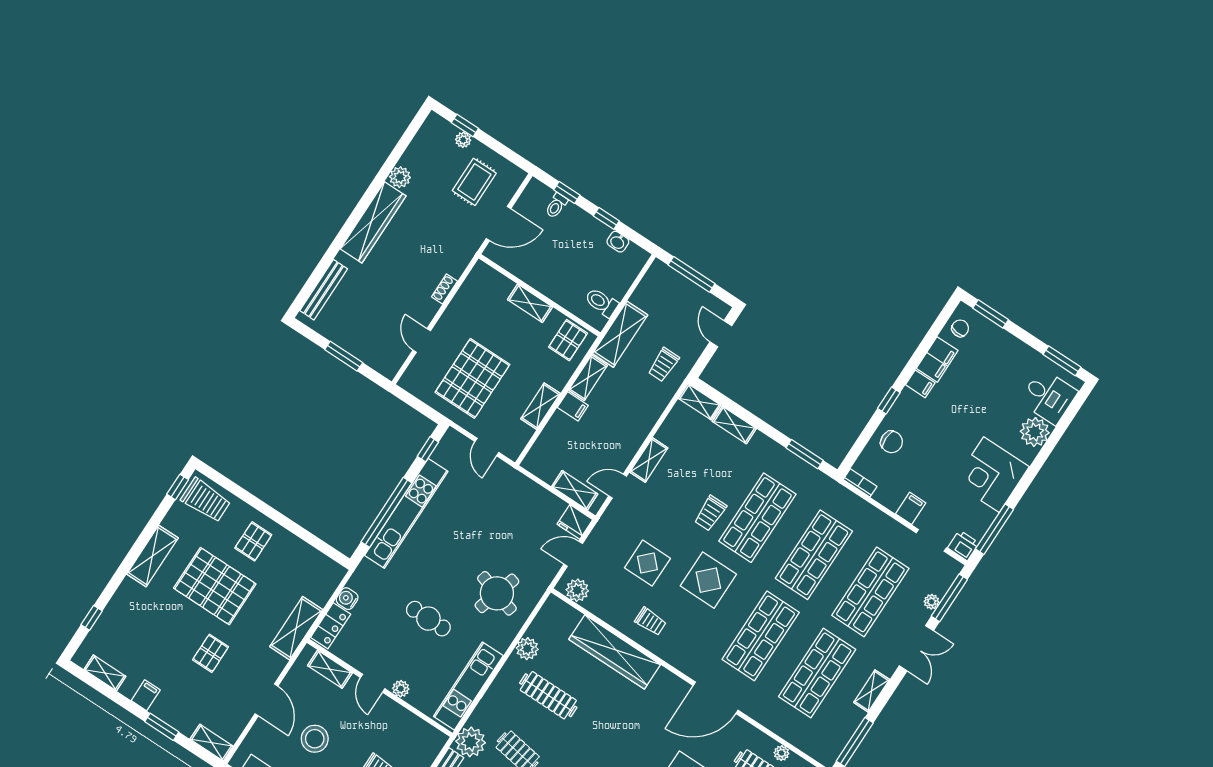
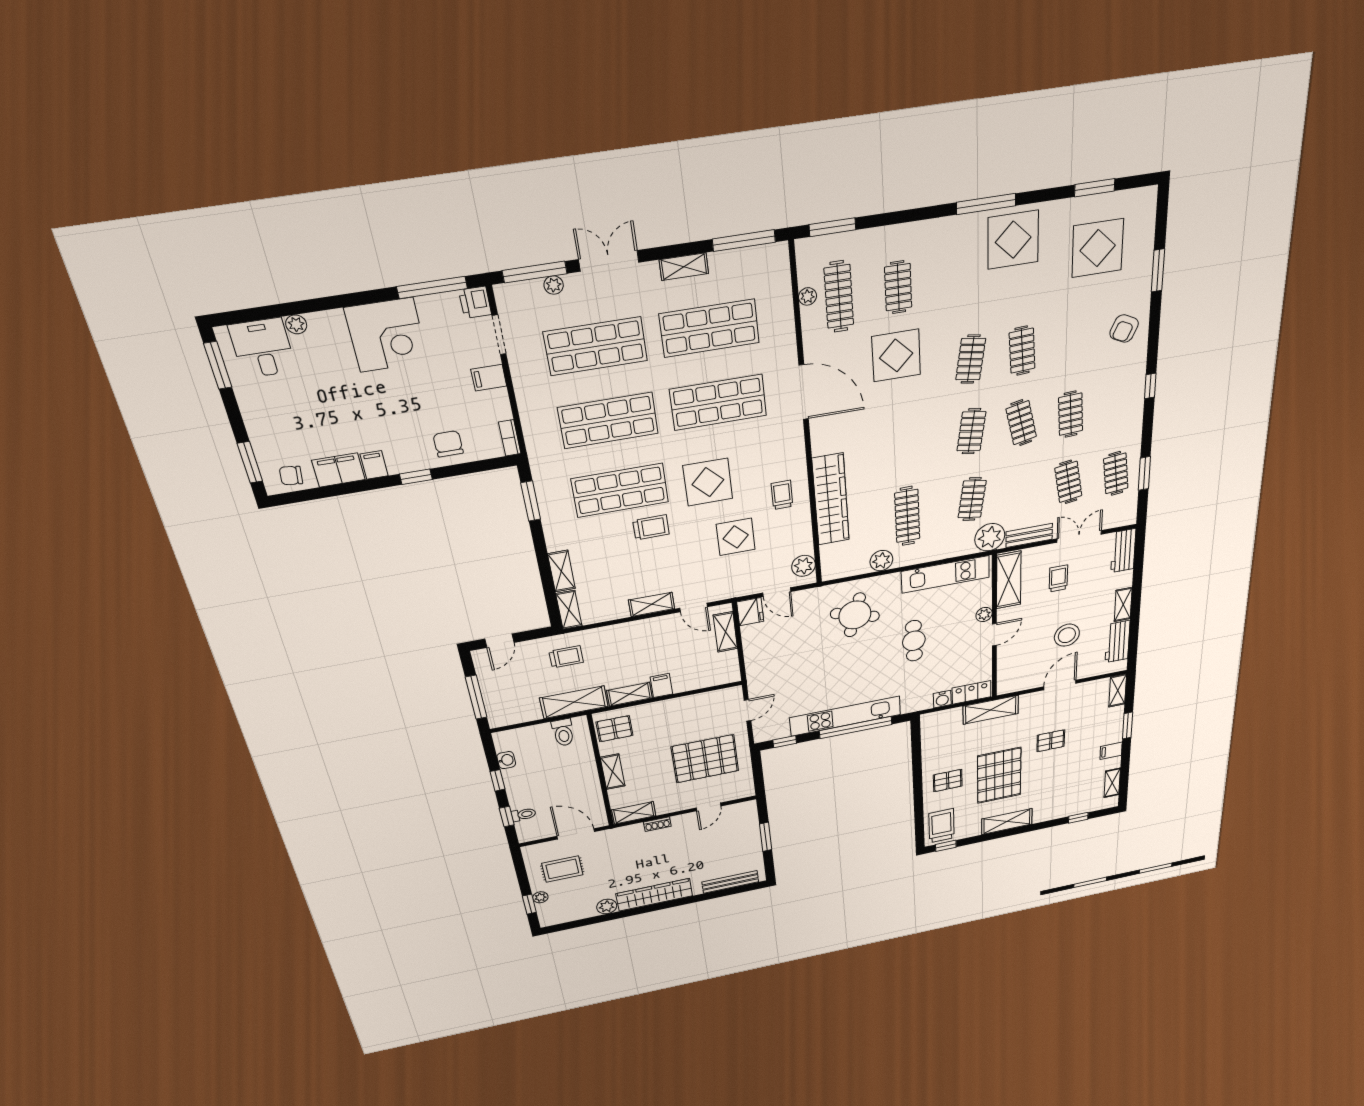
shelving: (540, 406) -> (634, 813), moved
plant: (1035, 432) -> (296, 324), width x0.53, depth x0.53
shelving: (330, 669) -> (1009, 580), moved, width x1.50, depth x1.33

